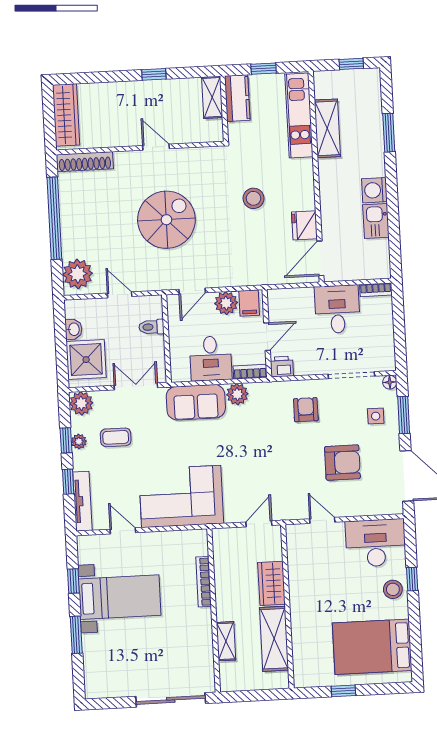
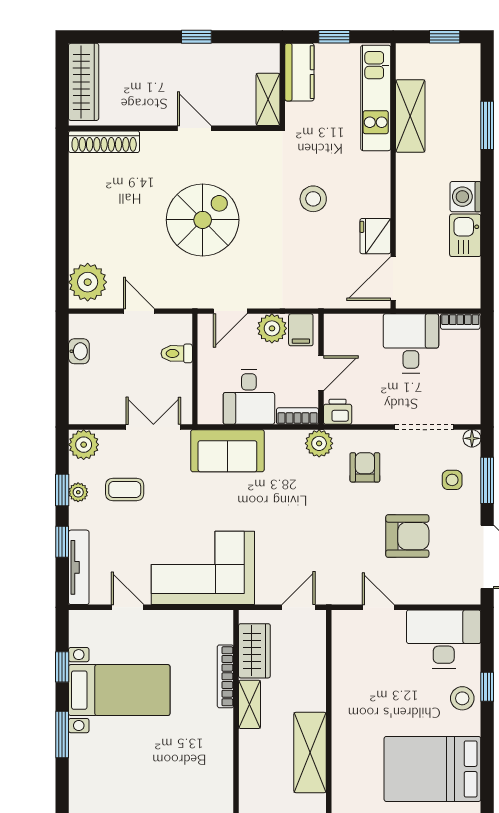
shelving: (212, 97) -> (268, 99), moved
window: (54, 218) -> (62, 211), removed
shower: (86, 360) -> (93, 390), removed
plant: (237, 394) -> (319, 443), moved
wardrobe: (271, 583) -> (254, 651), moved, turned 180
shelving: (226, 641) -> (250, 704), moved

